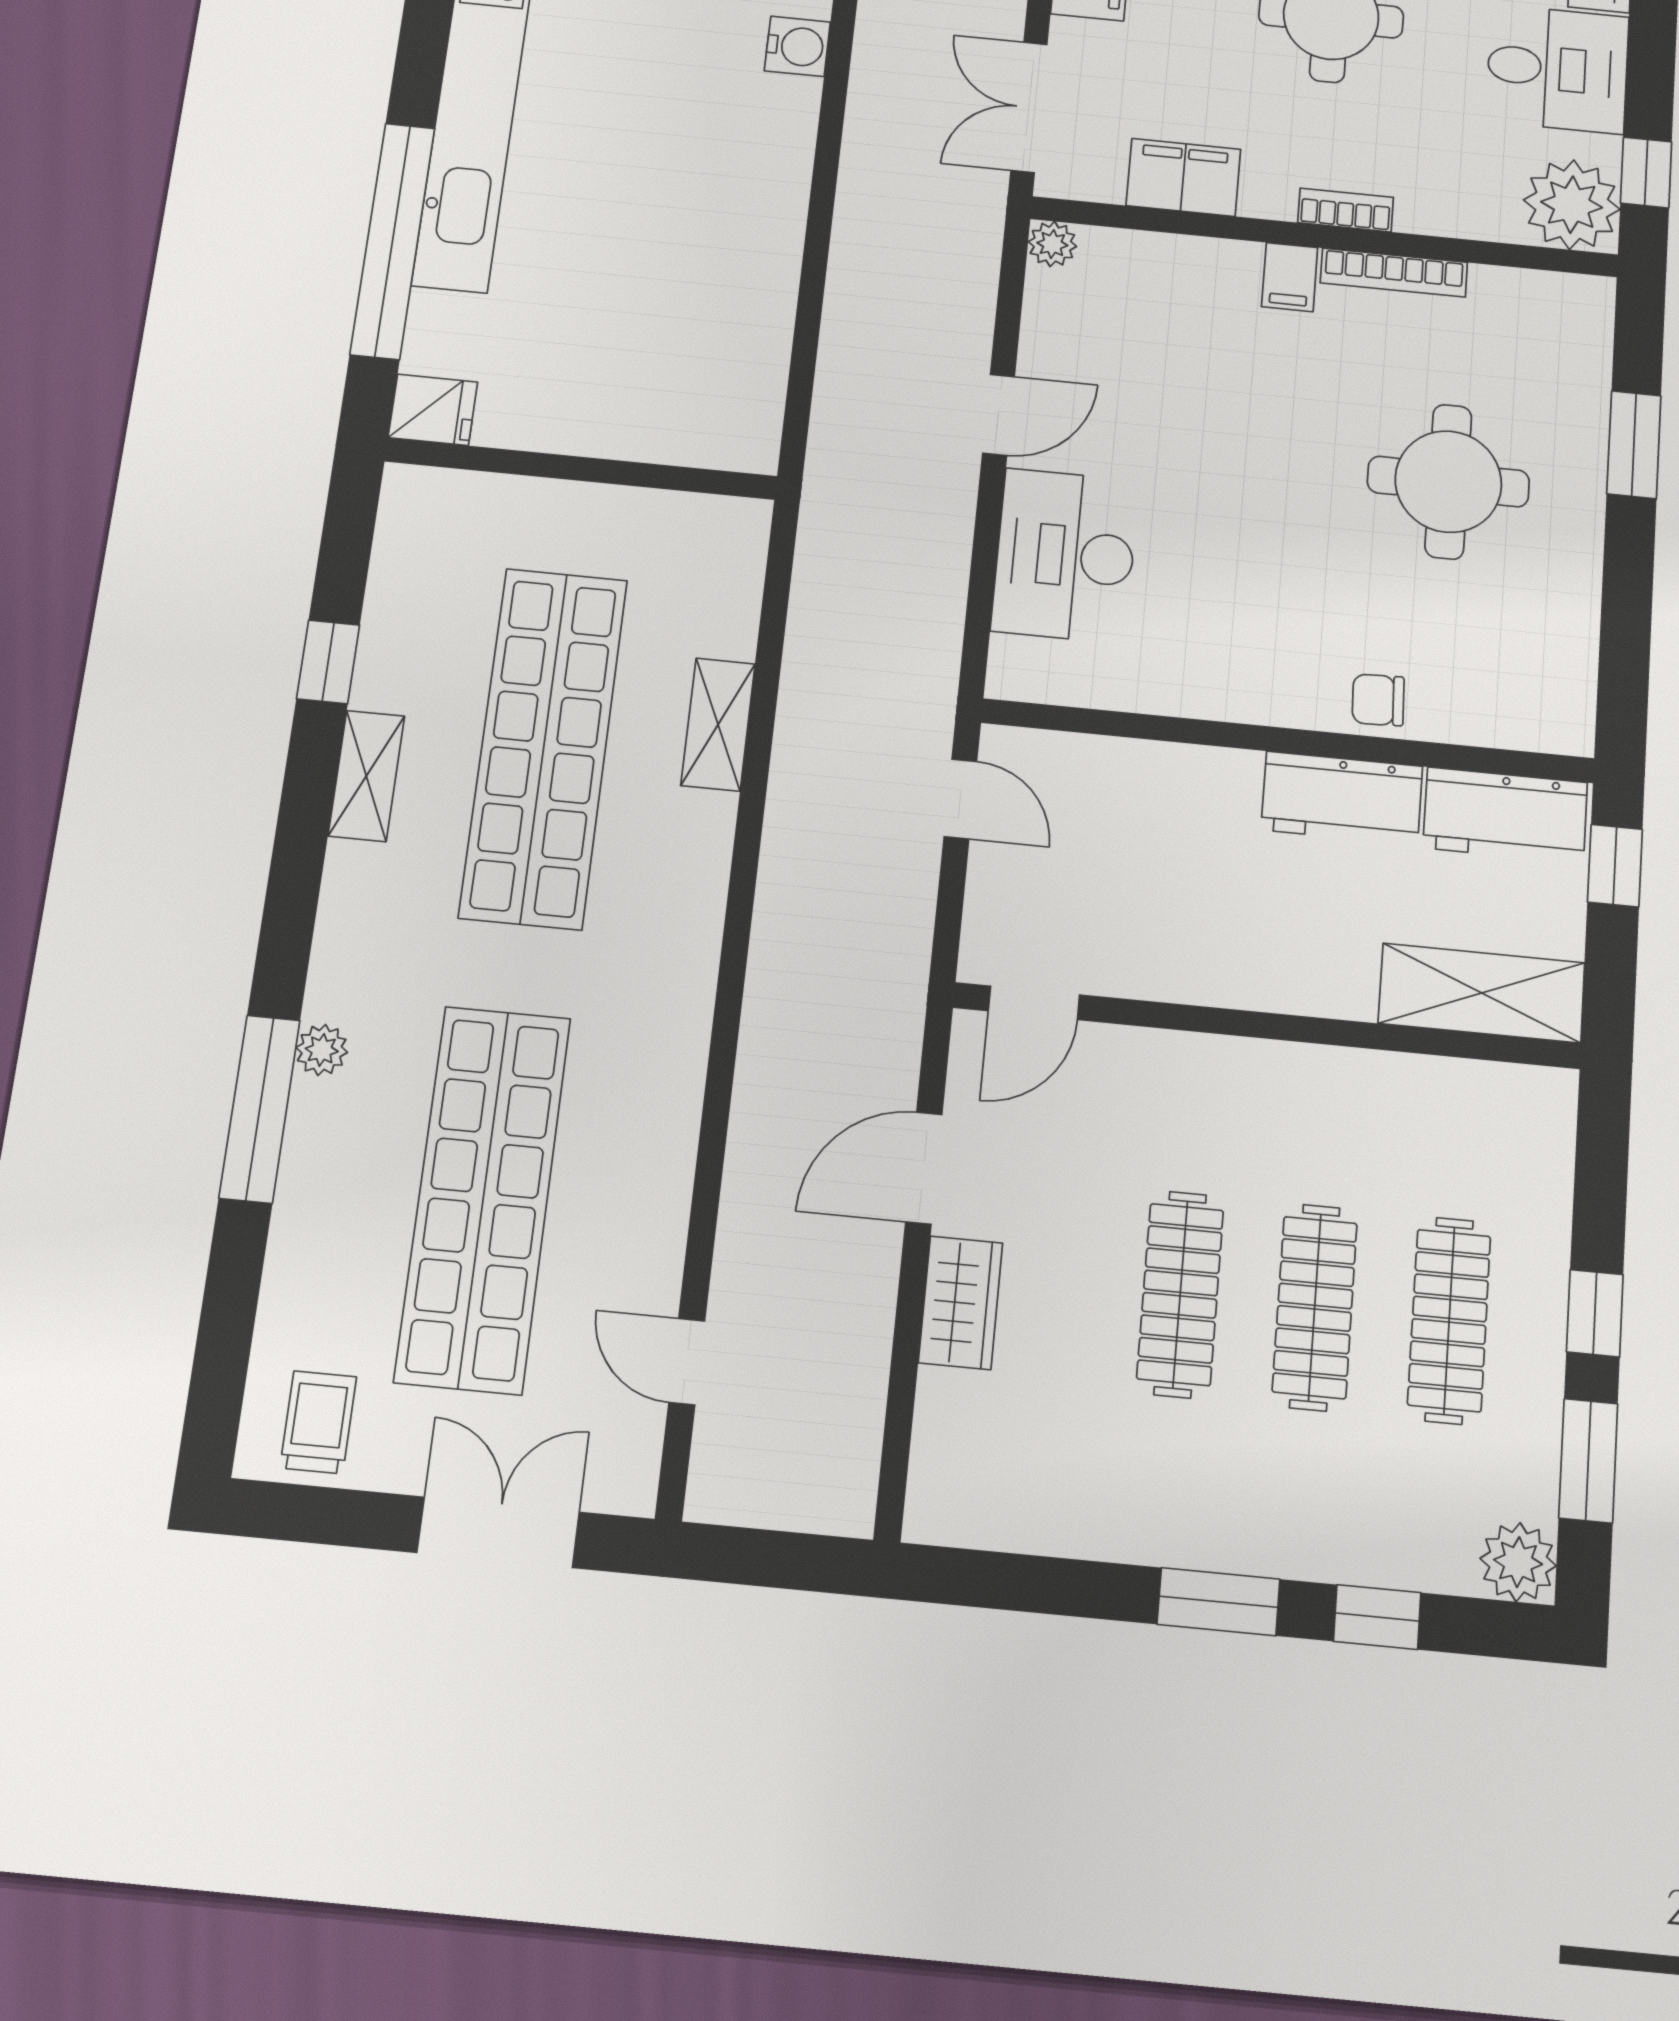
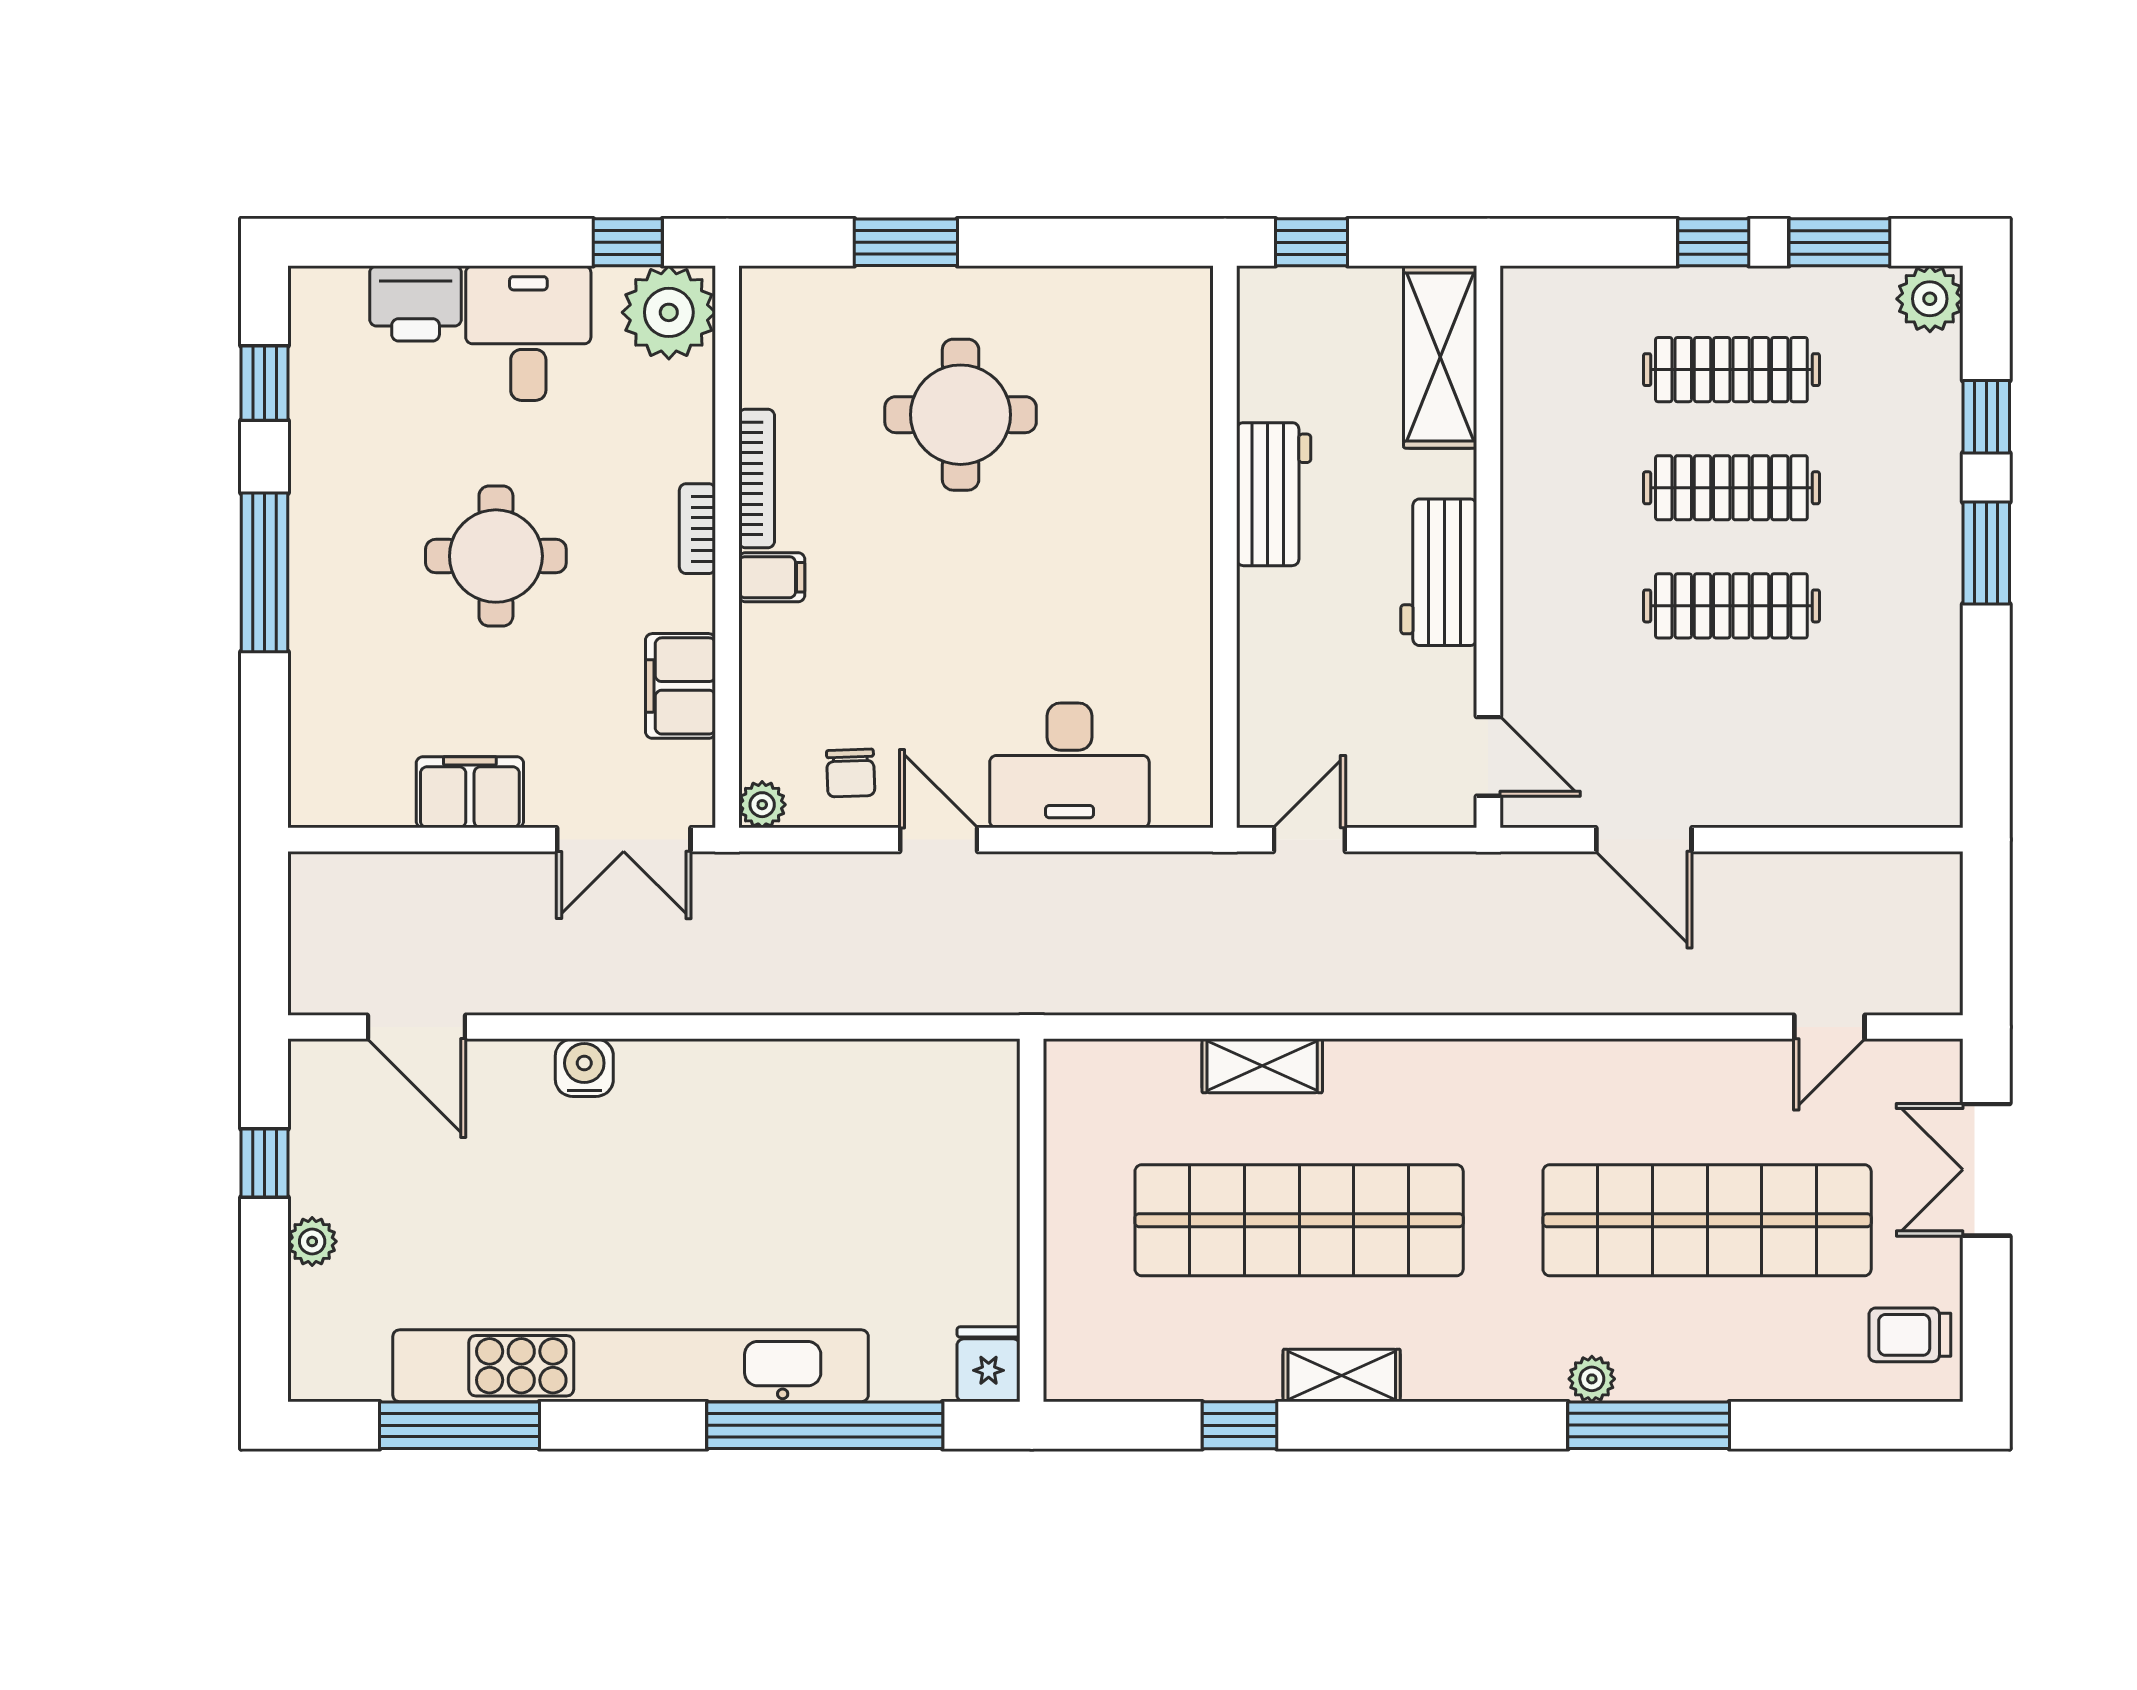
chair: (1378, 700) -> (851, 773), moved
workbench: (1505, 815) -> (1439, 572), moved, turned 180
wardrobe: (961, 1303) -> (1757, 796), removed

